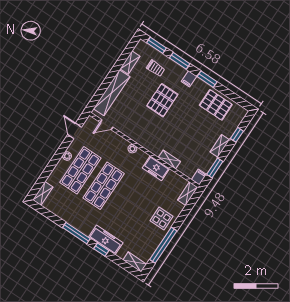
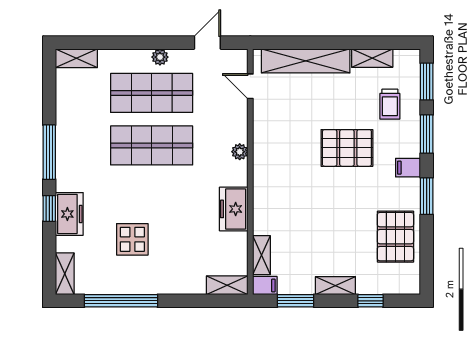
shelving: (169, 159) -> (262, 255), moved
display table: (161, 219) -> (132, 239), moved
freezer: (106, 240) -> (69, 214), width x0.71

